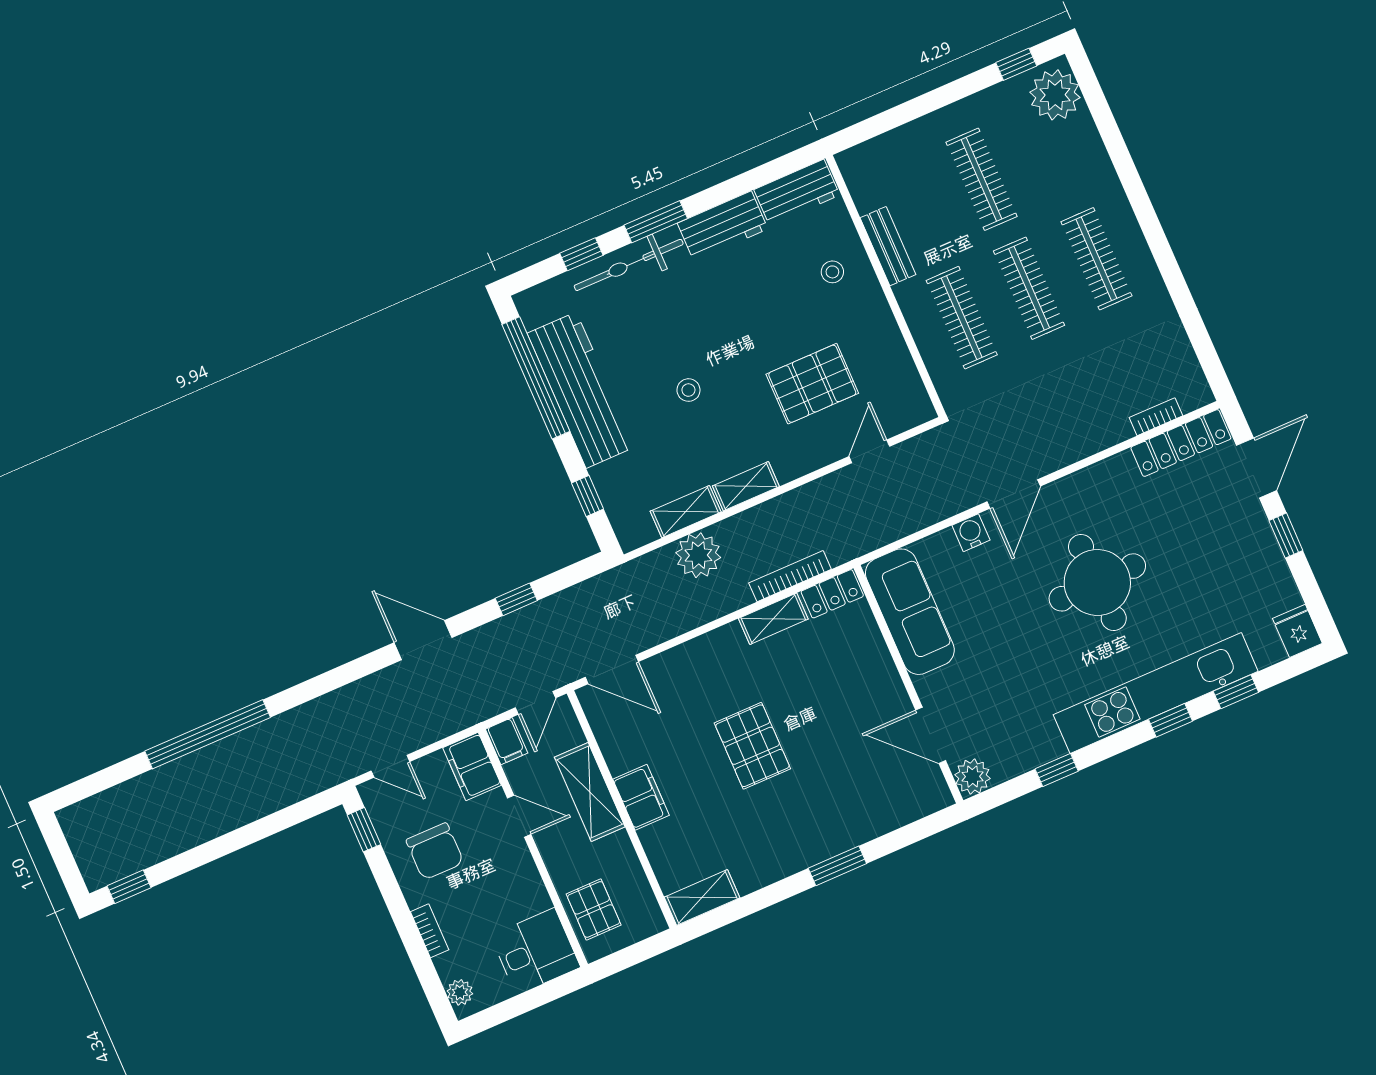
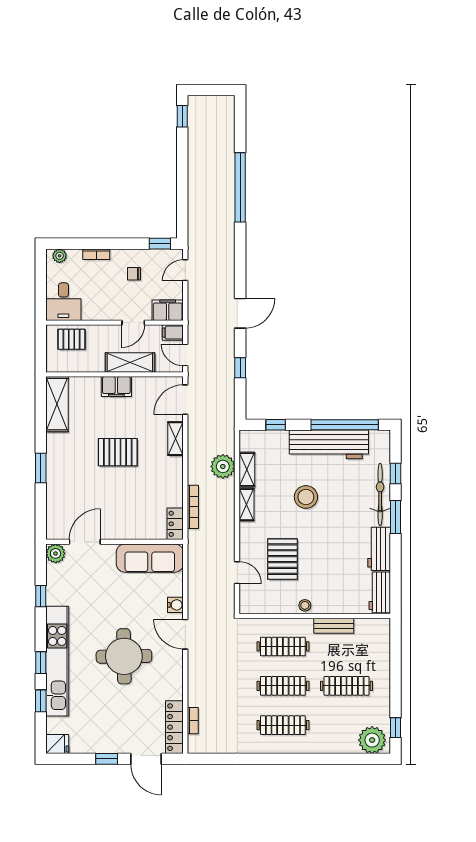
stool: (832, 272) -> (305, 605), moved
stool: (688, 390) -> (306, 497), width x1.89, depth x1.89
shelving: (773, 619) -> (176, 439), moved
chair: (435, 851) -> (134, 274), width x0.54, depth x0.54
shelving: (702, 897) -> (57, 404), width x1.50, depth x1.33

